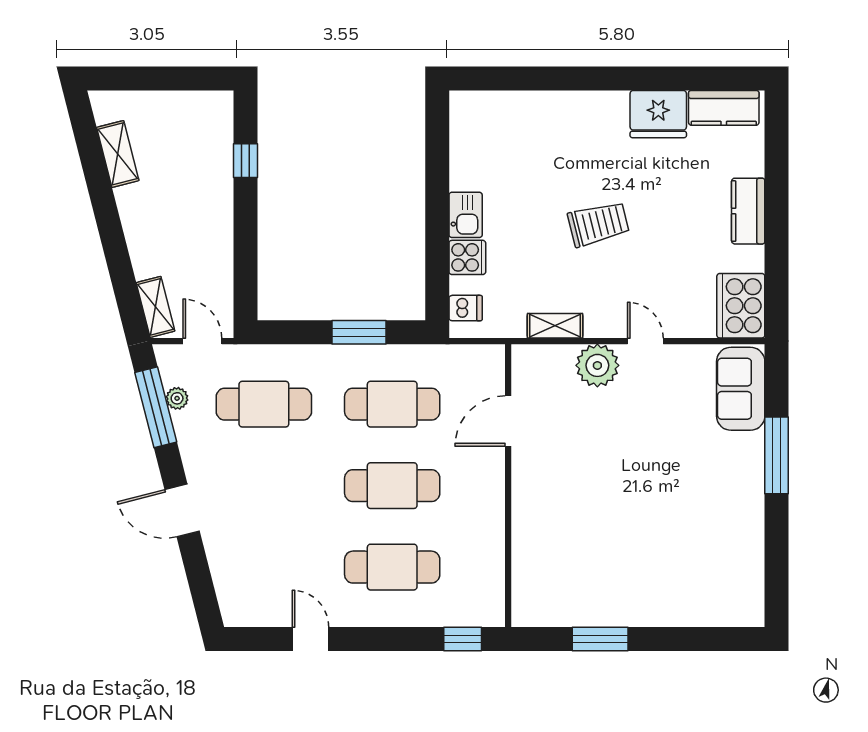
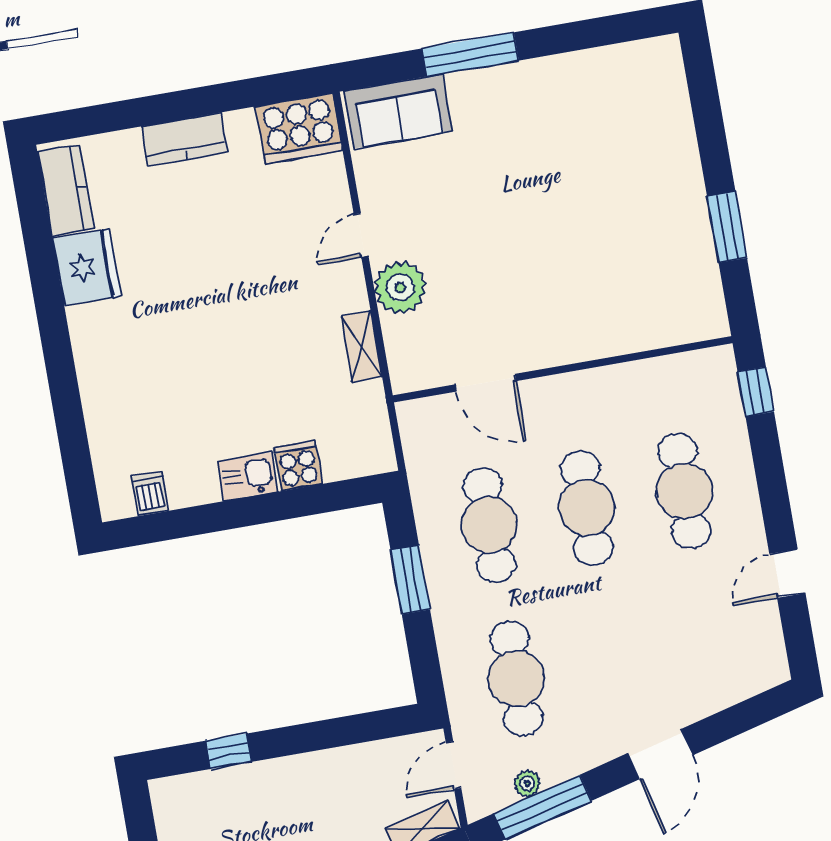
trolley: (598, 224) -> (231, 316), removed
dishwasher: (466, 308) -> (150, 494), moved

